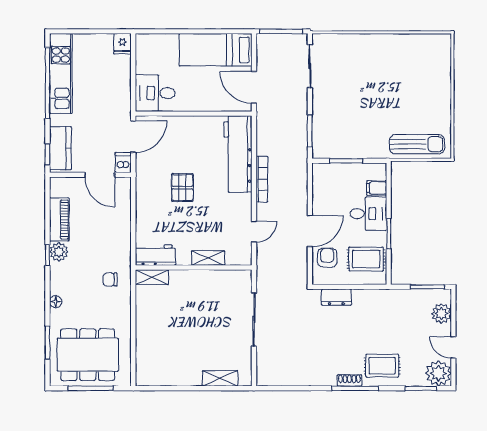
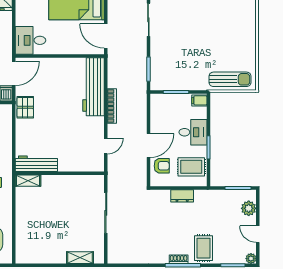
pallet: (182, 188) -> (25, 107), moved
filing cabinet: (377, 188) -> (199, 100), moved
workbench: (155, 255) -> (36, 164), width x1.38
shelving: (208, 258) -> (71, 166), removed
armchair: (327, 258) -> (162, 166), turned 90
dresser: (336, 297) -> (182, 196), moved
rug: (382, 366) -> (204, 248), turned 90
plant: (438, 373) -> (251, 259), width x0.53, depth x0.53

